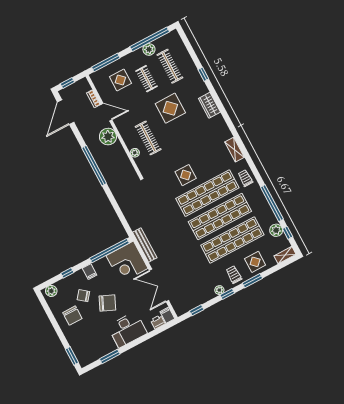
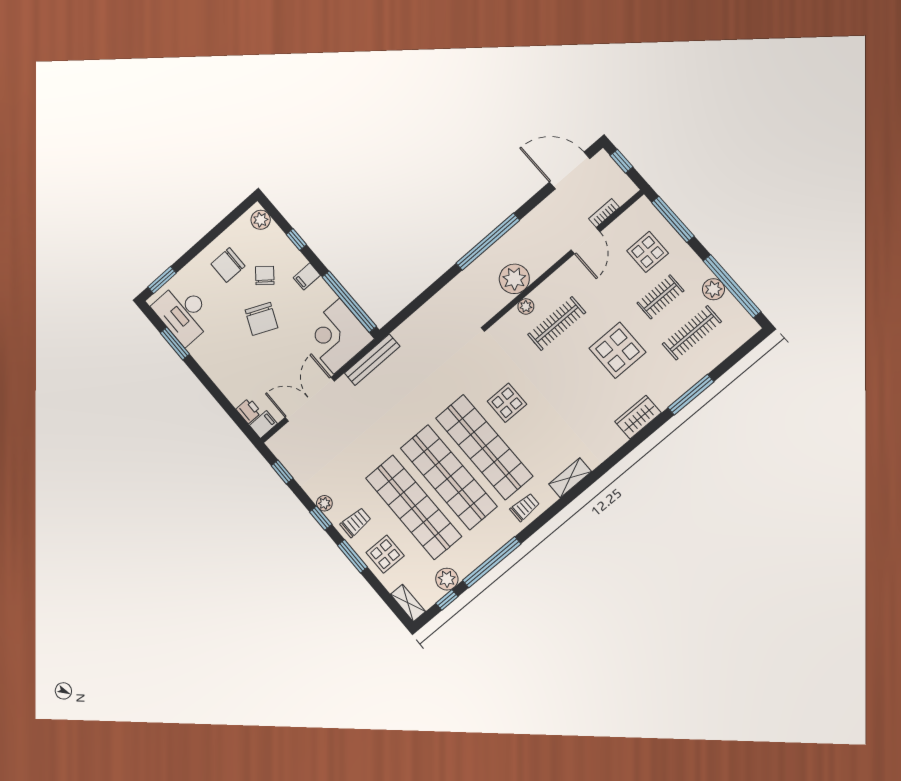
window: (203, 74) -> (691, 395), width x2.17
plant: (108, 137) -> (514, 279), moved
desk: (127, 330) -> (183, 313), moved

